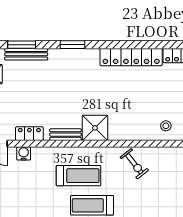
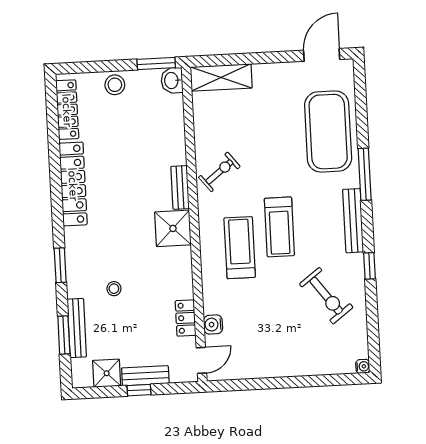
stool: (166, 126) -> (114, 289), moved
bench: (65, 135) -> (180, 187), moved

